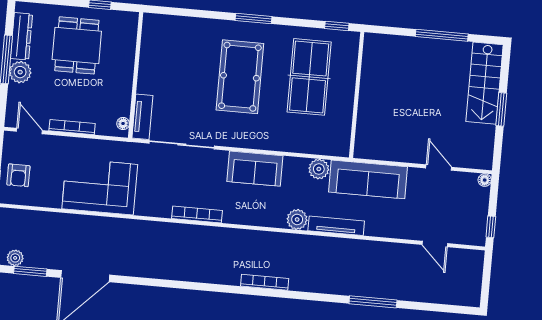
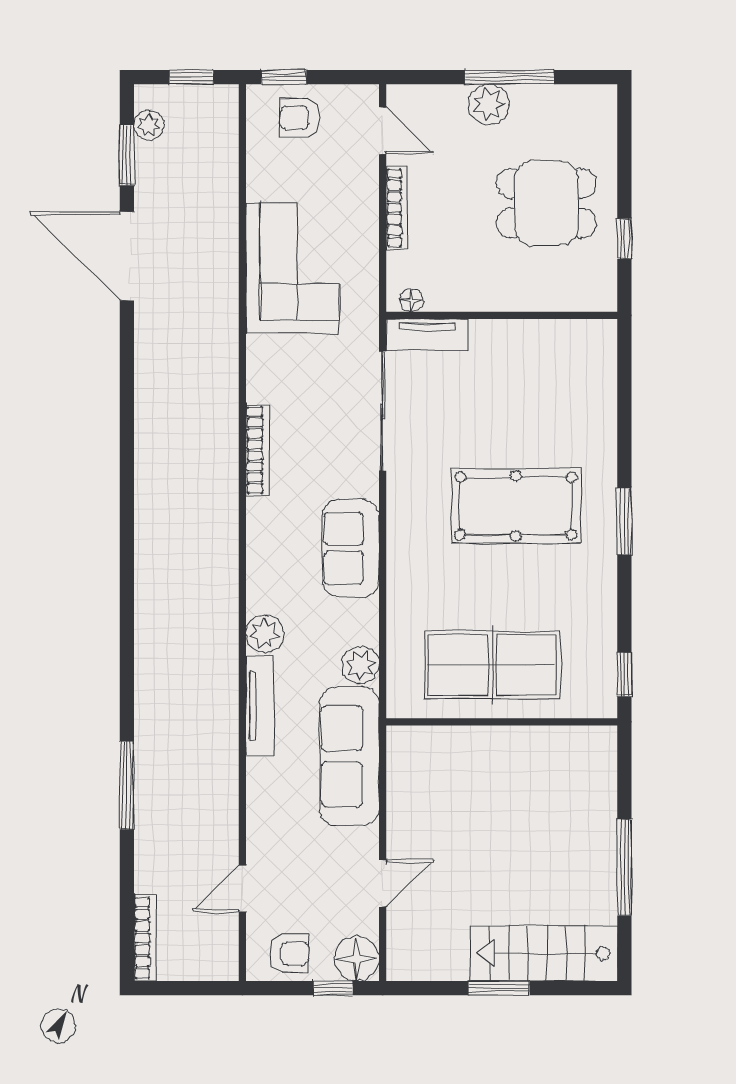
dresser: (21, 36) -> (554, 101), removed
table tennis table: (309, 77) -> (492, 665), moved
door: (29, 131) -> (383, 131), hinge flipped
floor lamp: (485, 180) -> (357, 959), width x1.89, depth x1.89
armchair: (472, 222) -> (289, 954), added
window: (491, 227) -> (333, 988), moved
bookcase: (265, 282) -> (145, 938), moved

